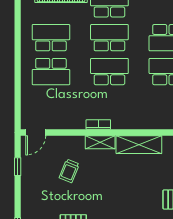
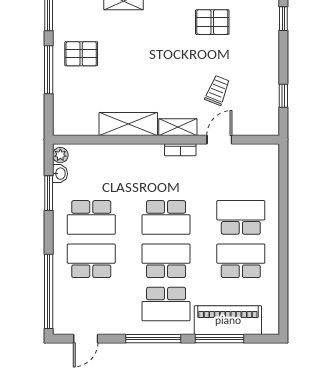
school desk: (51, 38) -> (241, 261), turned 180
school desk: (109, 38) -> (166, 261), turned 180
door: (36, 132) -> (219, 140), moved

